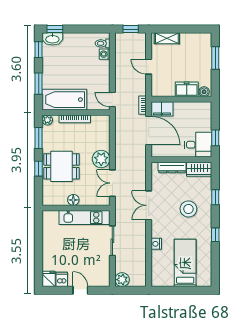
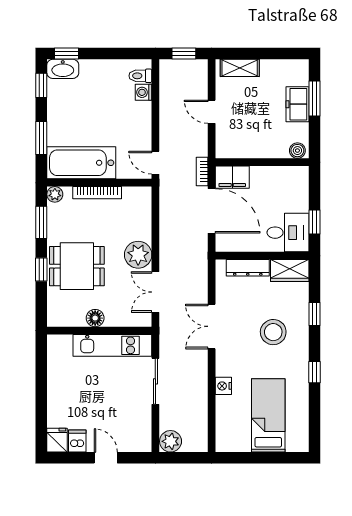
freezer: (187, 89) -> (298, 104), moved, turned -90

